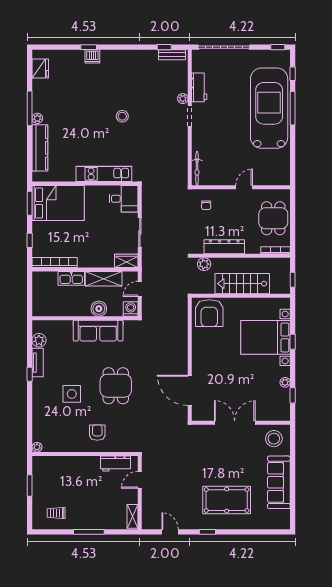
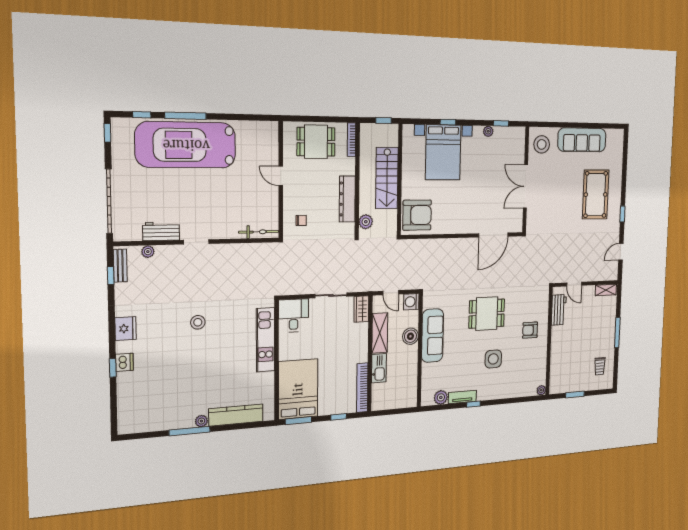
fridge: (40, 68) -> (126, 329), moved, turned 90
plant: (183, 99) -> (148, 252), moved

